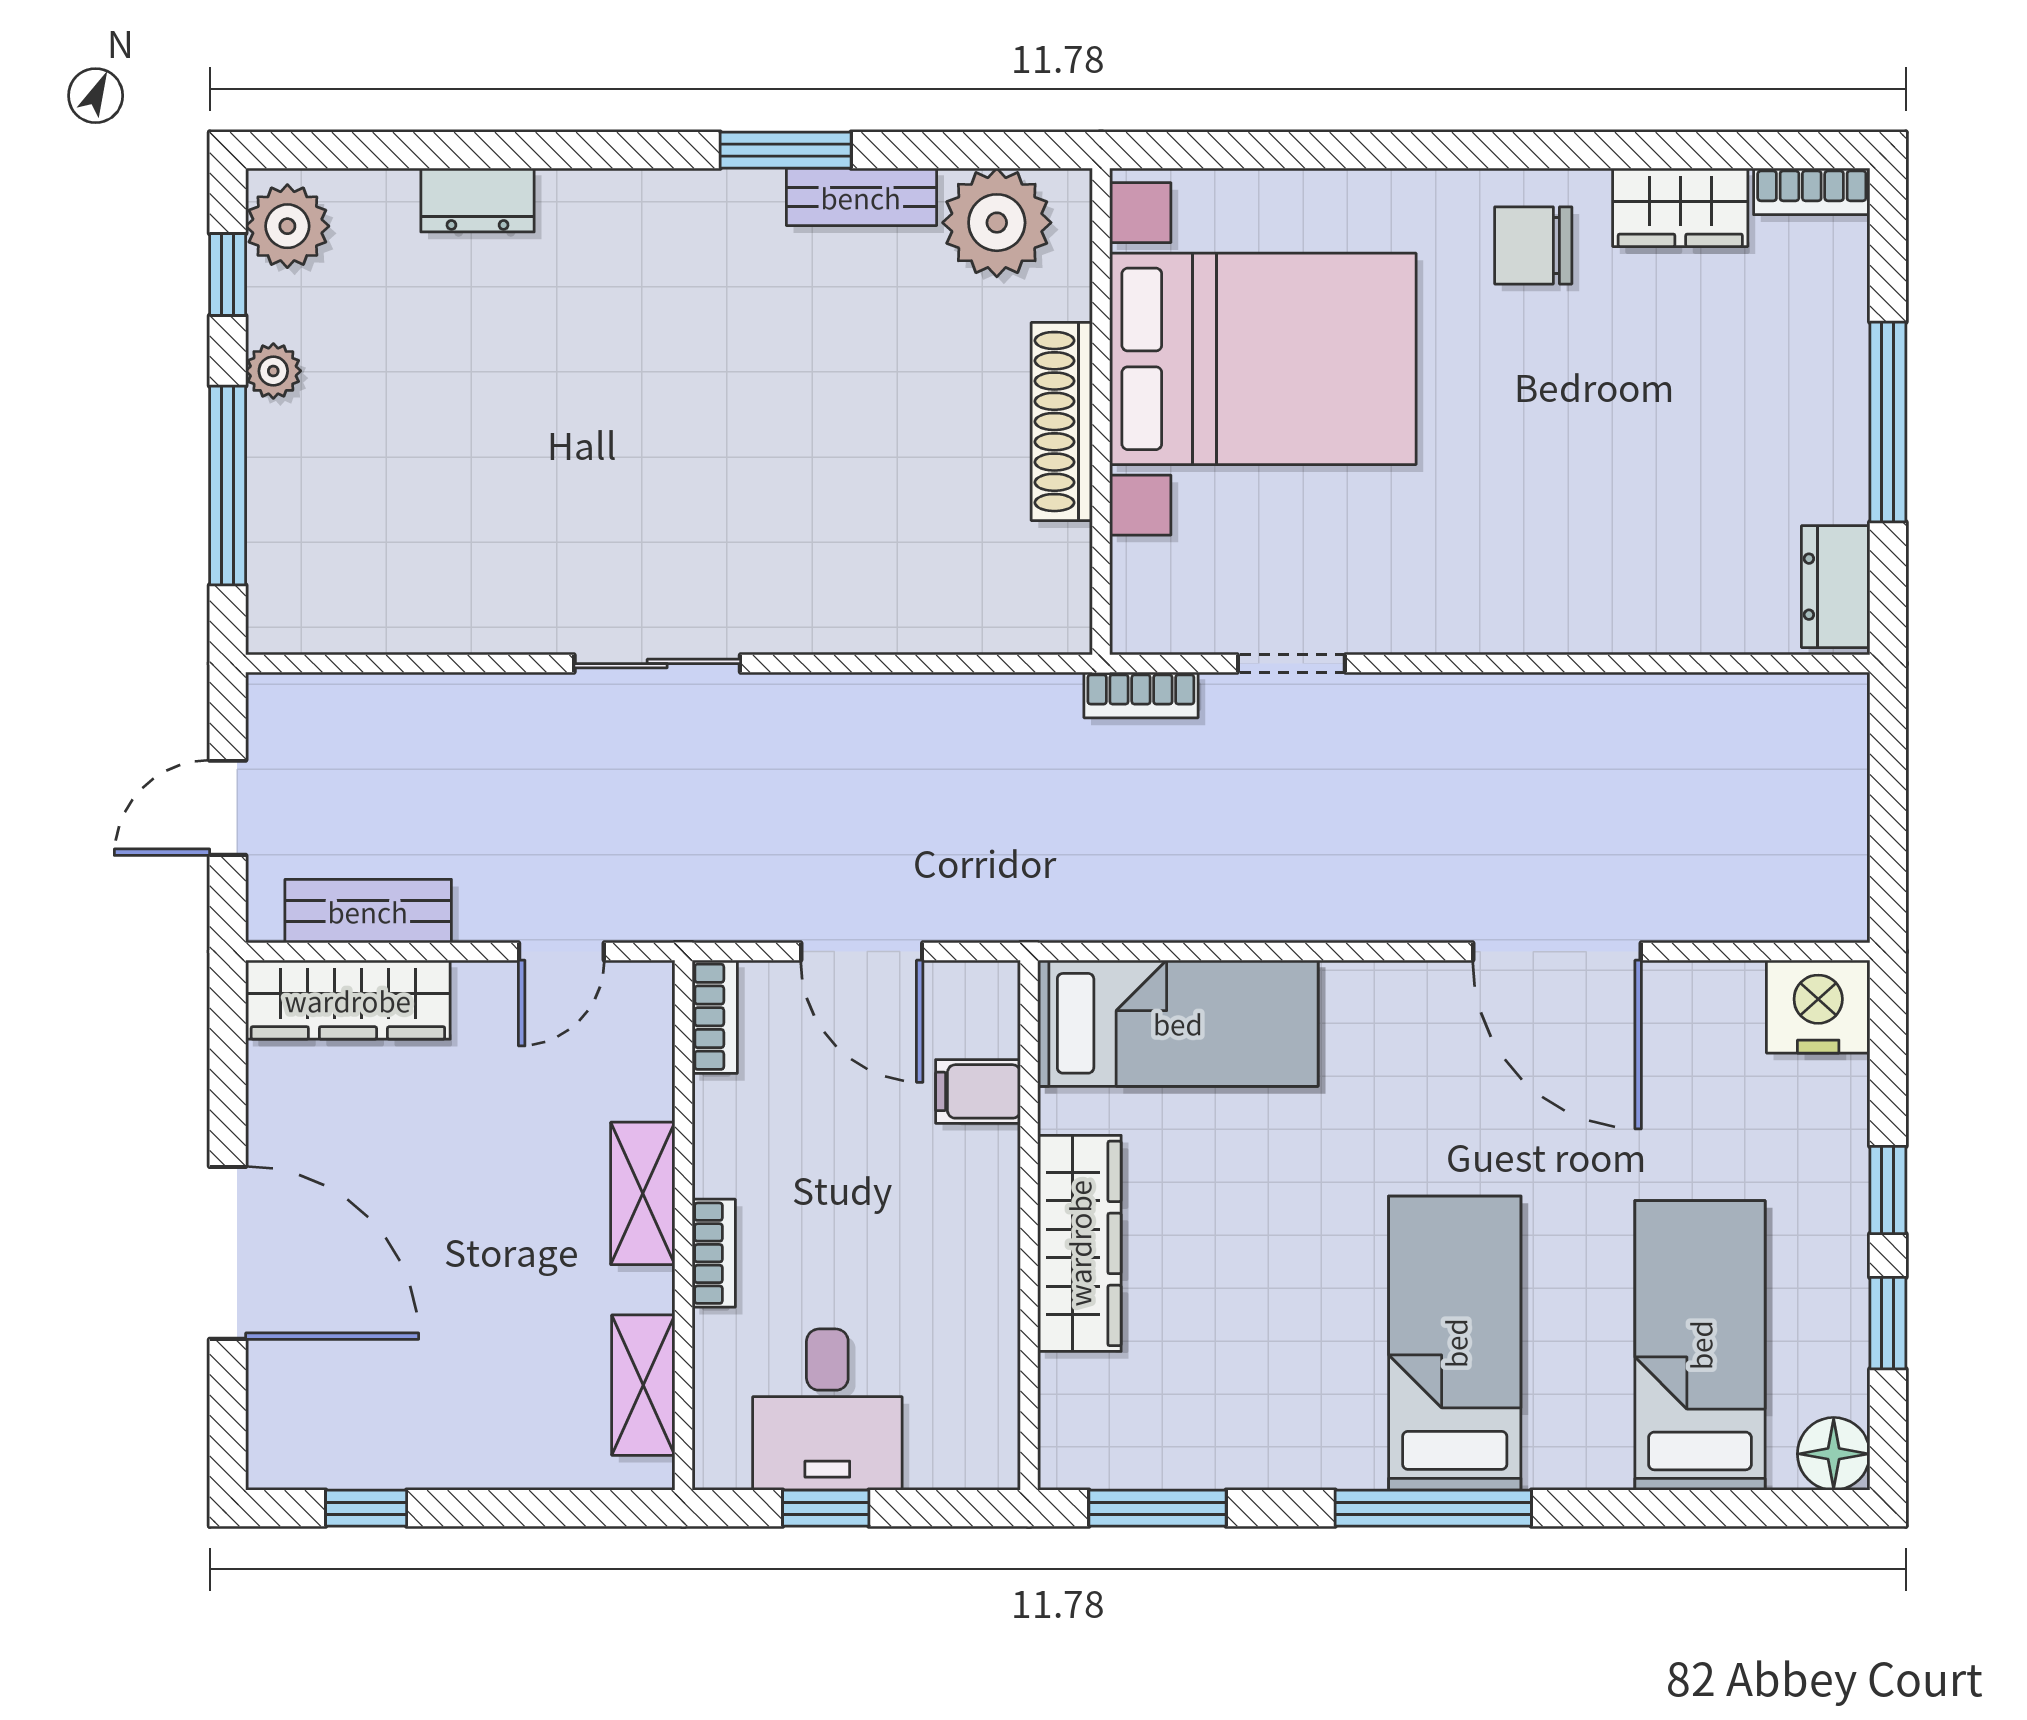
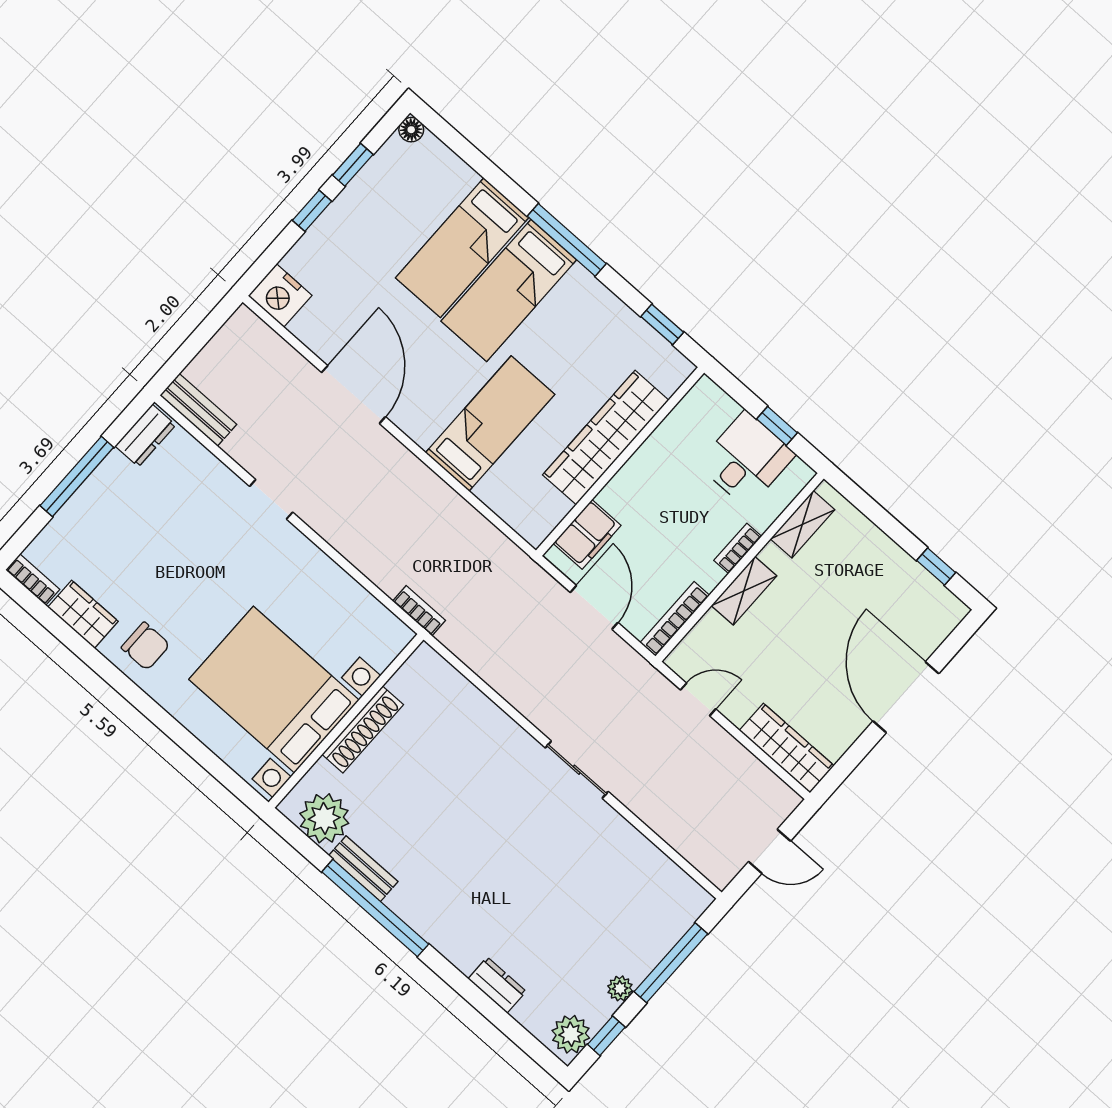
window: (786, 150) -> (375, 908), width x2.11
doorway: (1291, 664) -> (271, 499), moved
bench: (368, 911) -> (198, 410), moved
bookcase: (715, 1017) -> (675, 619), width x1.56
bed: (1178, 1023) -> (490, 423), moved, turned 90
filing cabinet: (978, 1091) -> (587, 534), width x2.00
wardrobe: (1079, 1243) -> (606, 438), width x1.40, depth x1.17
bed: (1700, 1345) -> (462, 248), moved
floor lamp: (1834, 1454) -> (411, 130), width x0.73, depth x0.73
window: (1157, 1508) -> (662, 324), width x0.67

